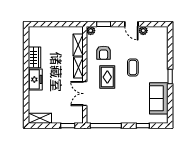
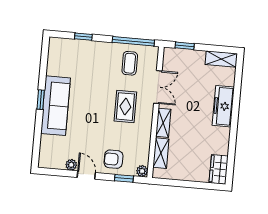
armchair: (104, 53) -> (113, 159), moved, turned -90
wardrobe: (34, 57) -> (219, 169), moved
coffee table: (133, 68) -> (130, 63), moved
freezer: (35, 79) -> (223, 106), width x1.40
sofa: (159, 98) -> (56, 106), moved, width x1.36

